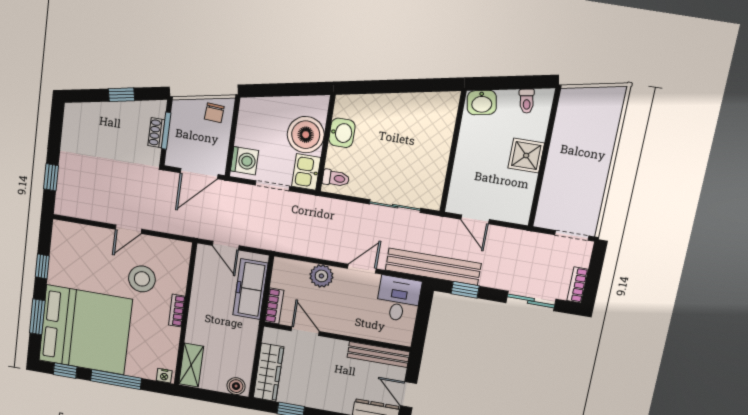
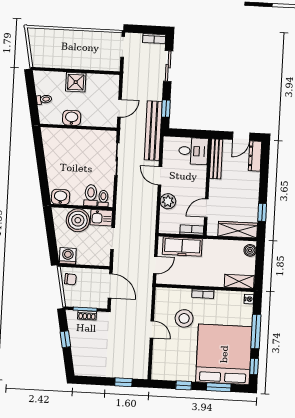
toilet: (527, 101) -> (44, 99), moved
washbasin: (482, 103) -> (72, 118), moved, turned -79
washbasin: (342, 133) -> (61, 197), moved
toilet: (343, 159) -> (91, 195), added
washing machine: (244, 161) -> (68, 256), moved
desk: (398, 299) -> (193, 151), moved, turned 180

